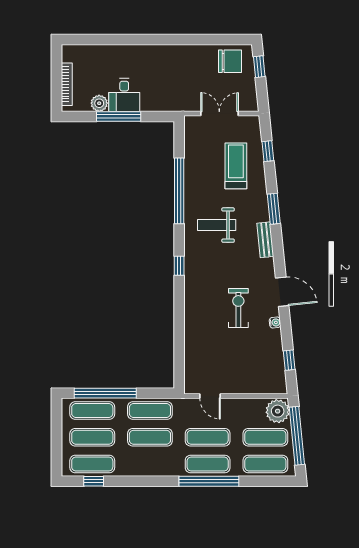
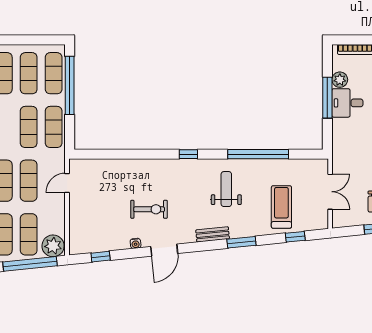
treadmill: (236, 166) -> (281, 207), turned -90

